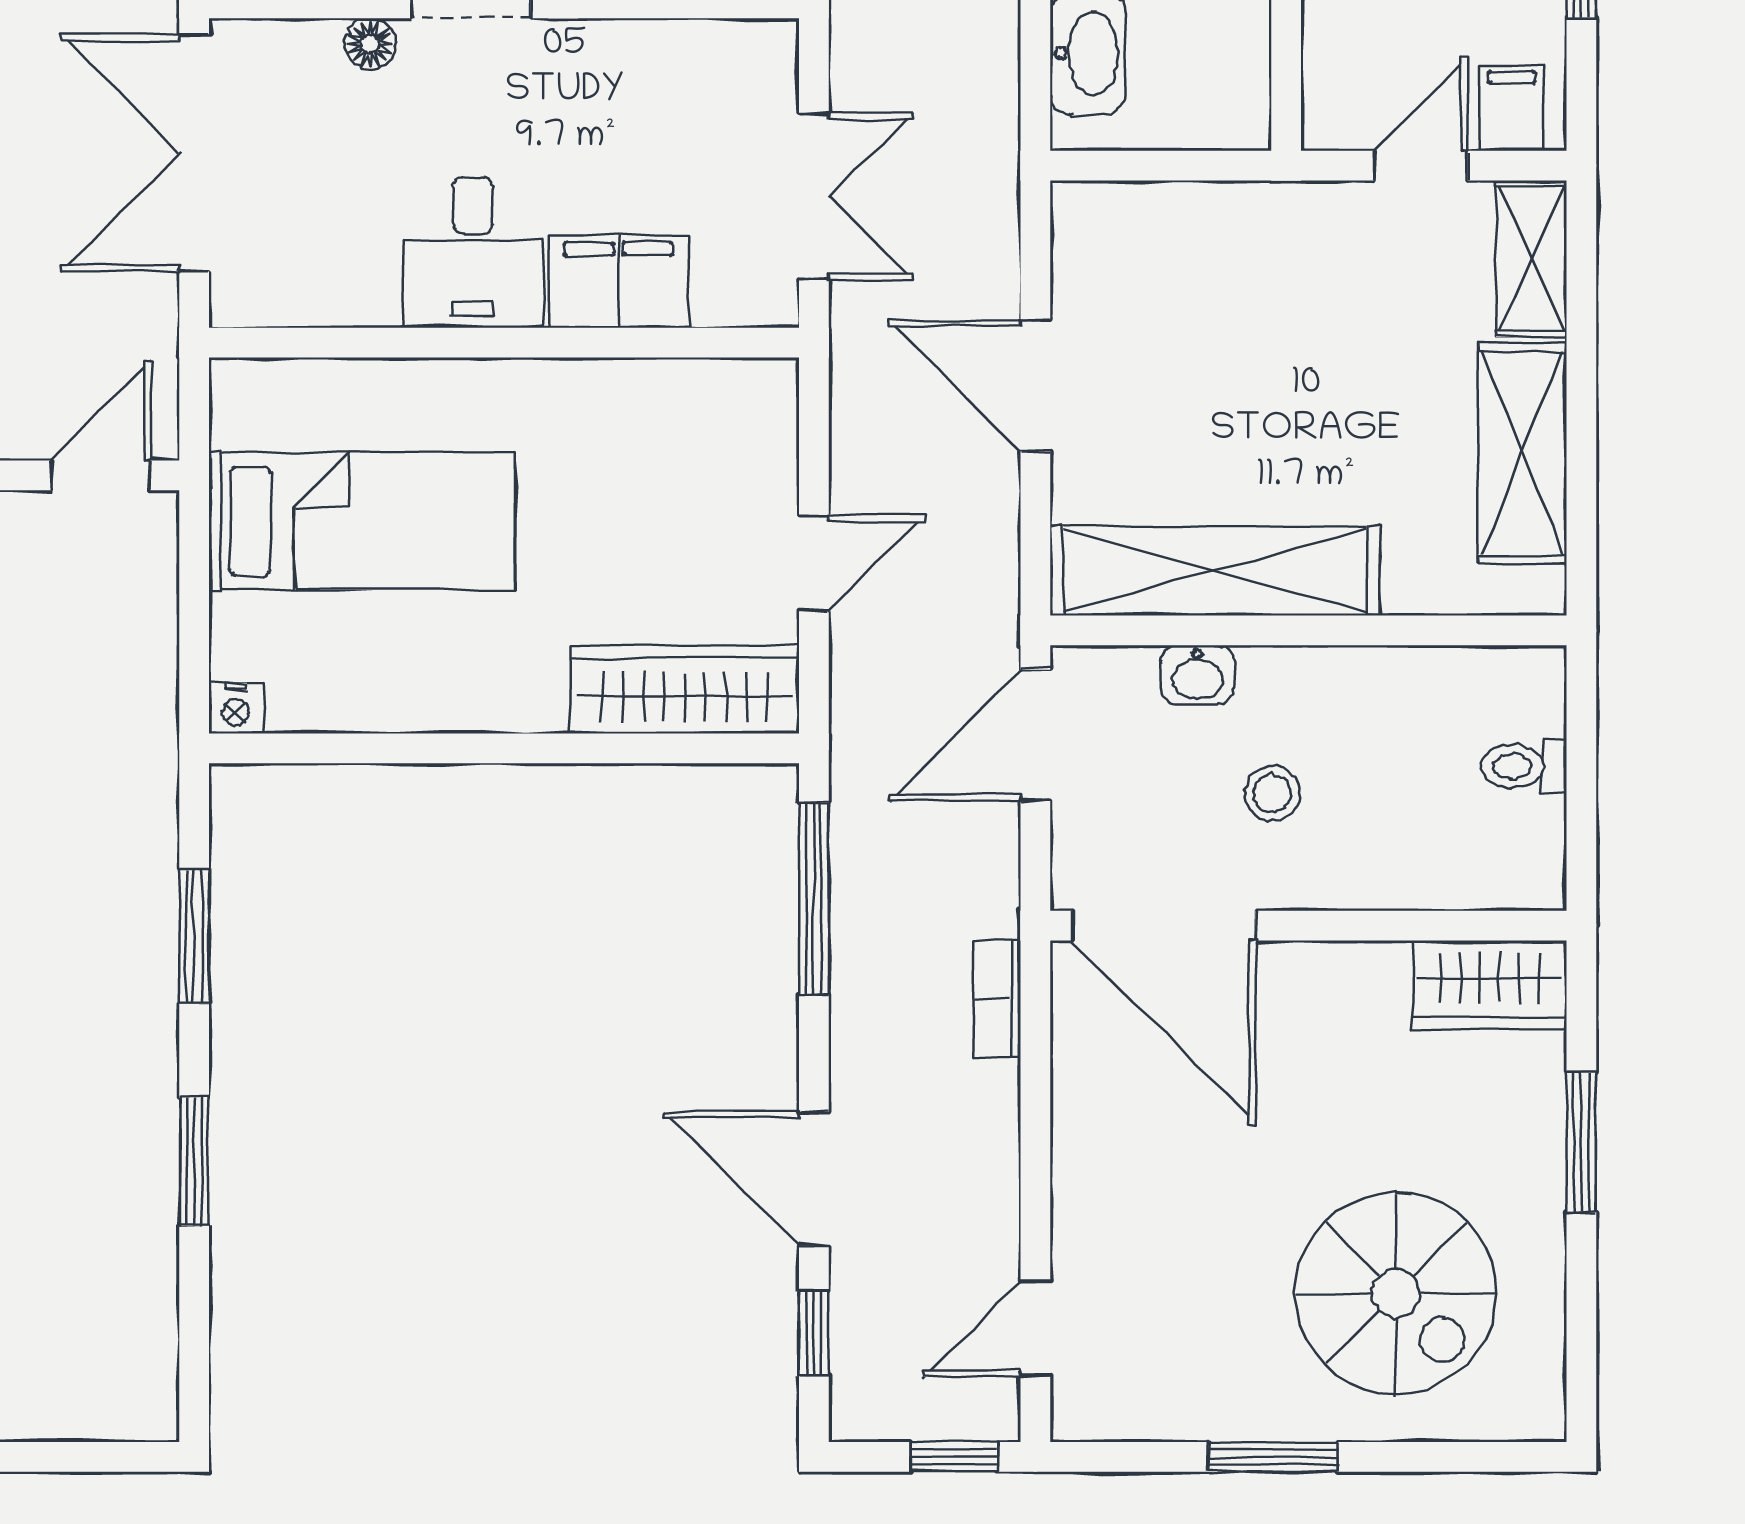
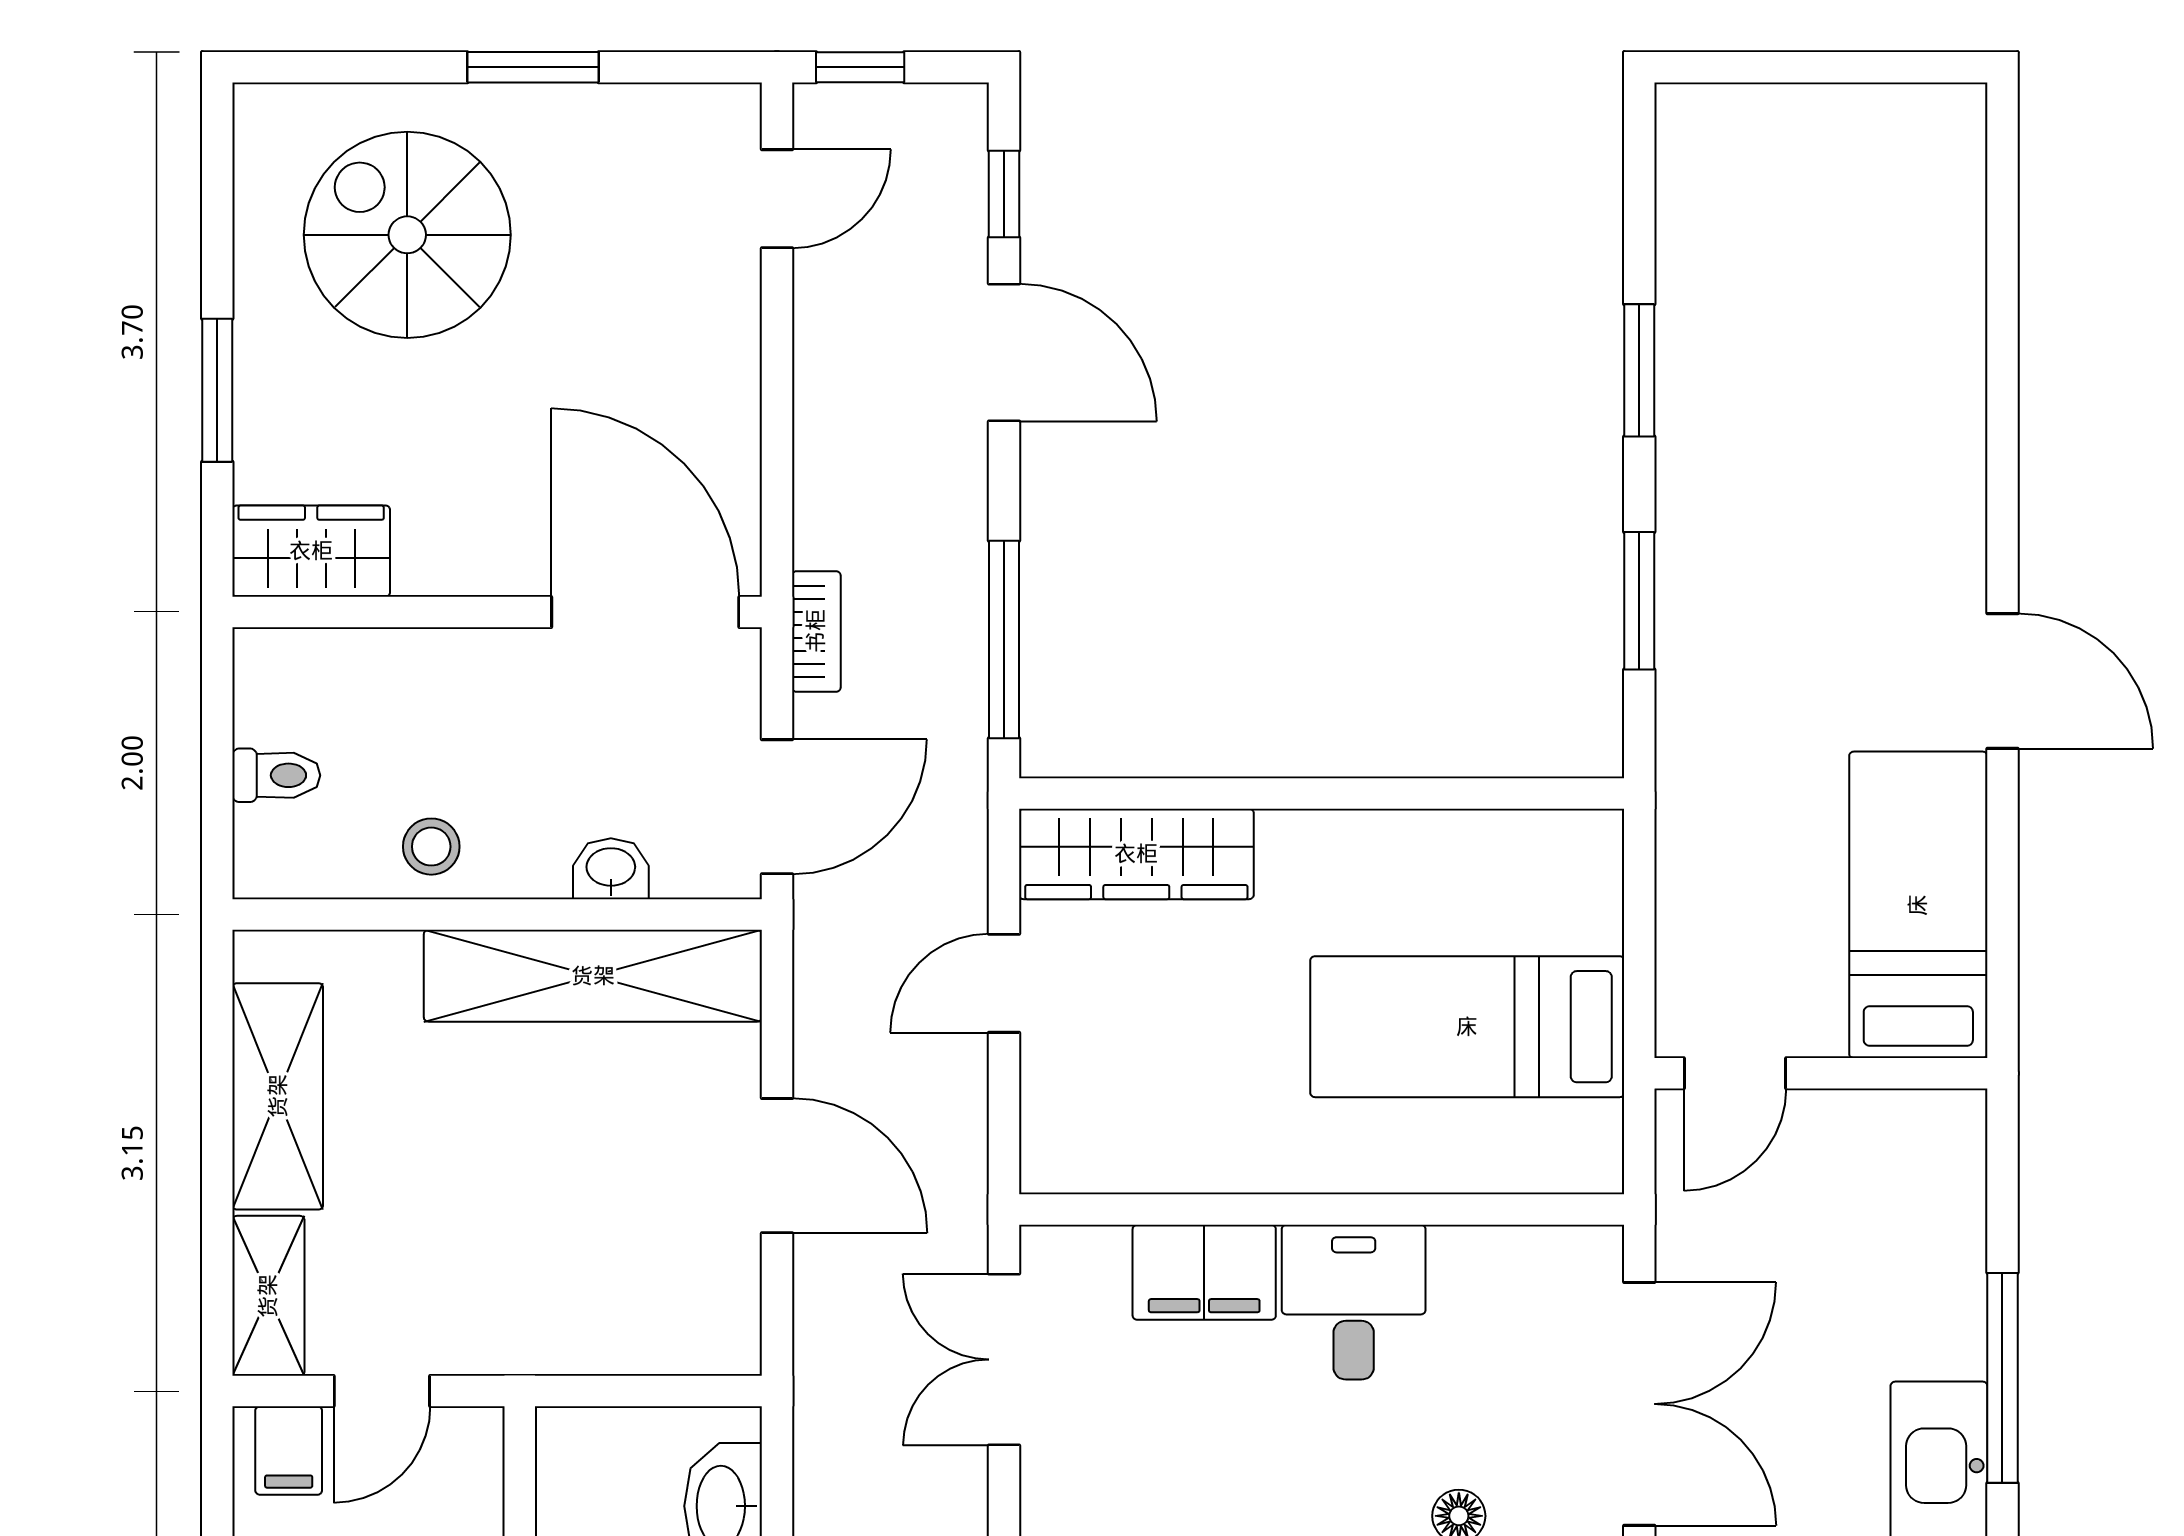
nightstand: (236, 708) -> (1597, 835), removed
stool: (1272, 793) -> (431, 847), moved
bookcase: (997, 999) -> (816, 631), moved

